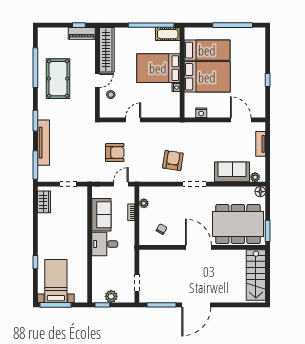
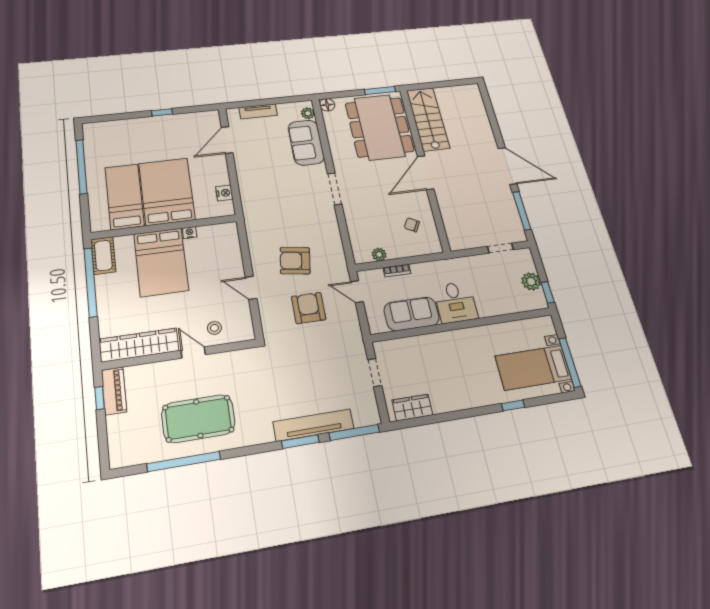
window: (35, 121) -> (300, 442), moved
armchair: (173, 161) -> (295, 261), moved
stairs: (256, 275) -> (428, 119), moved, turned -90

